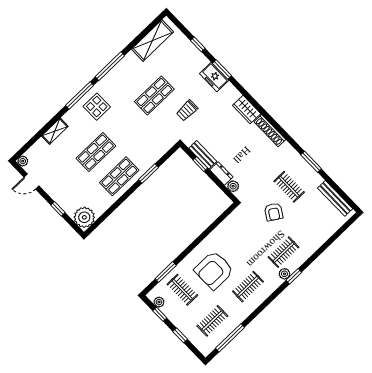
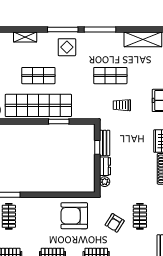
shop shelf: (119, 176) -> (38, 105), width x2.00, depth x1.36
armchair: (214, 270) -> (74, 216), moved

